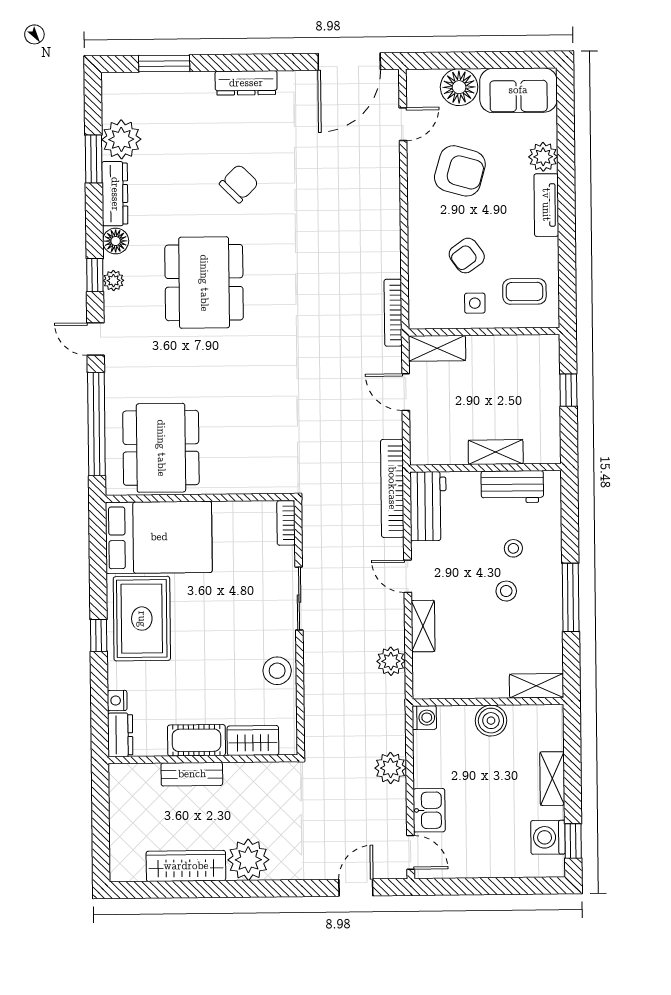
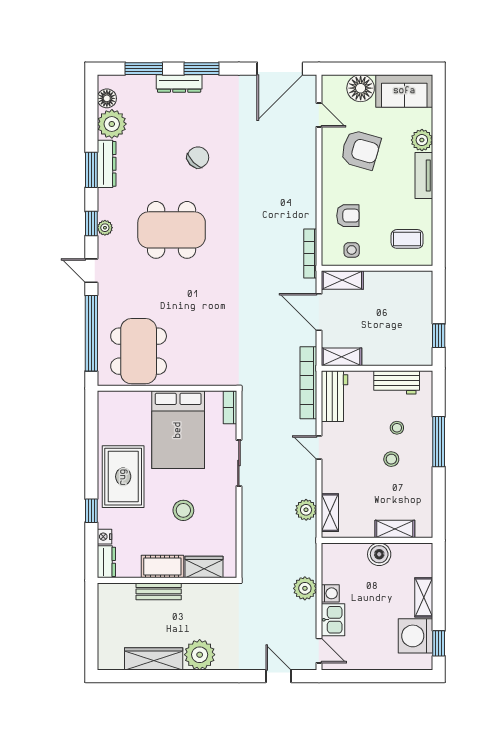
window: (243, 63) -> (201, 69), added
dresser: (246, 83) -> (179, 83), moved
door: (403, 124) -> (319, 115), hinge flipped
window: (94, 159) -> (91, 170), moved
floor lamp: (116, 241) -> (107, 98), moved
armchair: (467, 256) -> (348, 216), moved, turned -144
dining table: (204, 283) -> (172, 230), turned 90
side table: (475, 303) -> (352, 250), moved
window: (568, 390) -> (439, 336), moved
door: (406, 392) -> (319, 312), width x1.37
shelving: (496, 452) -> (341, 357), moved
bed: (159, 537) -> (178, 430), moved, turned 90
window: (571, 597) -> (439, 442), moved
shelving: (423, 626) -> (330, 513), moved
window: (99, 635) -> (91, 511), moved
stool: (277, 671) -> (183, 510), moved
shelving: (536, 686) -> (395, 529), moved
washing machine: (424, 718) -> (330, 593), moved
washing machine: (548, 837) -> (415, 636), width x1.37, depth x1.37
door: (356, 888) -> (279, 676), hinge flipped

